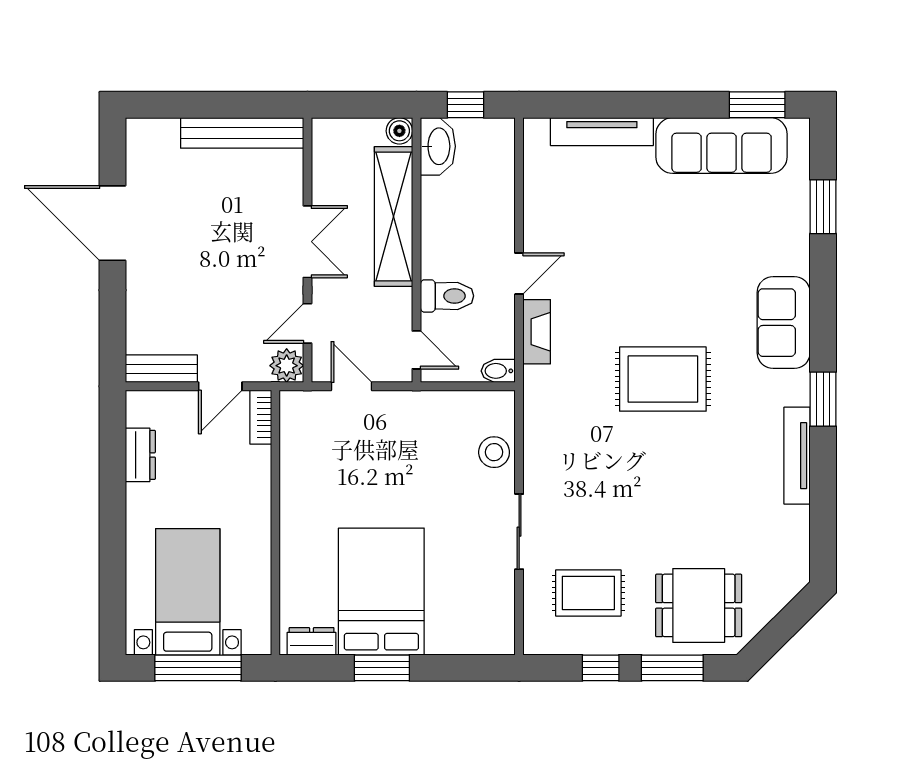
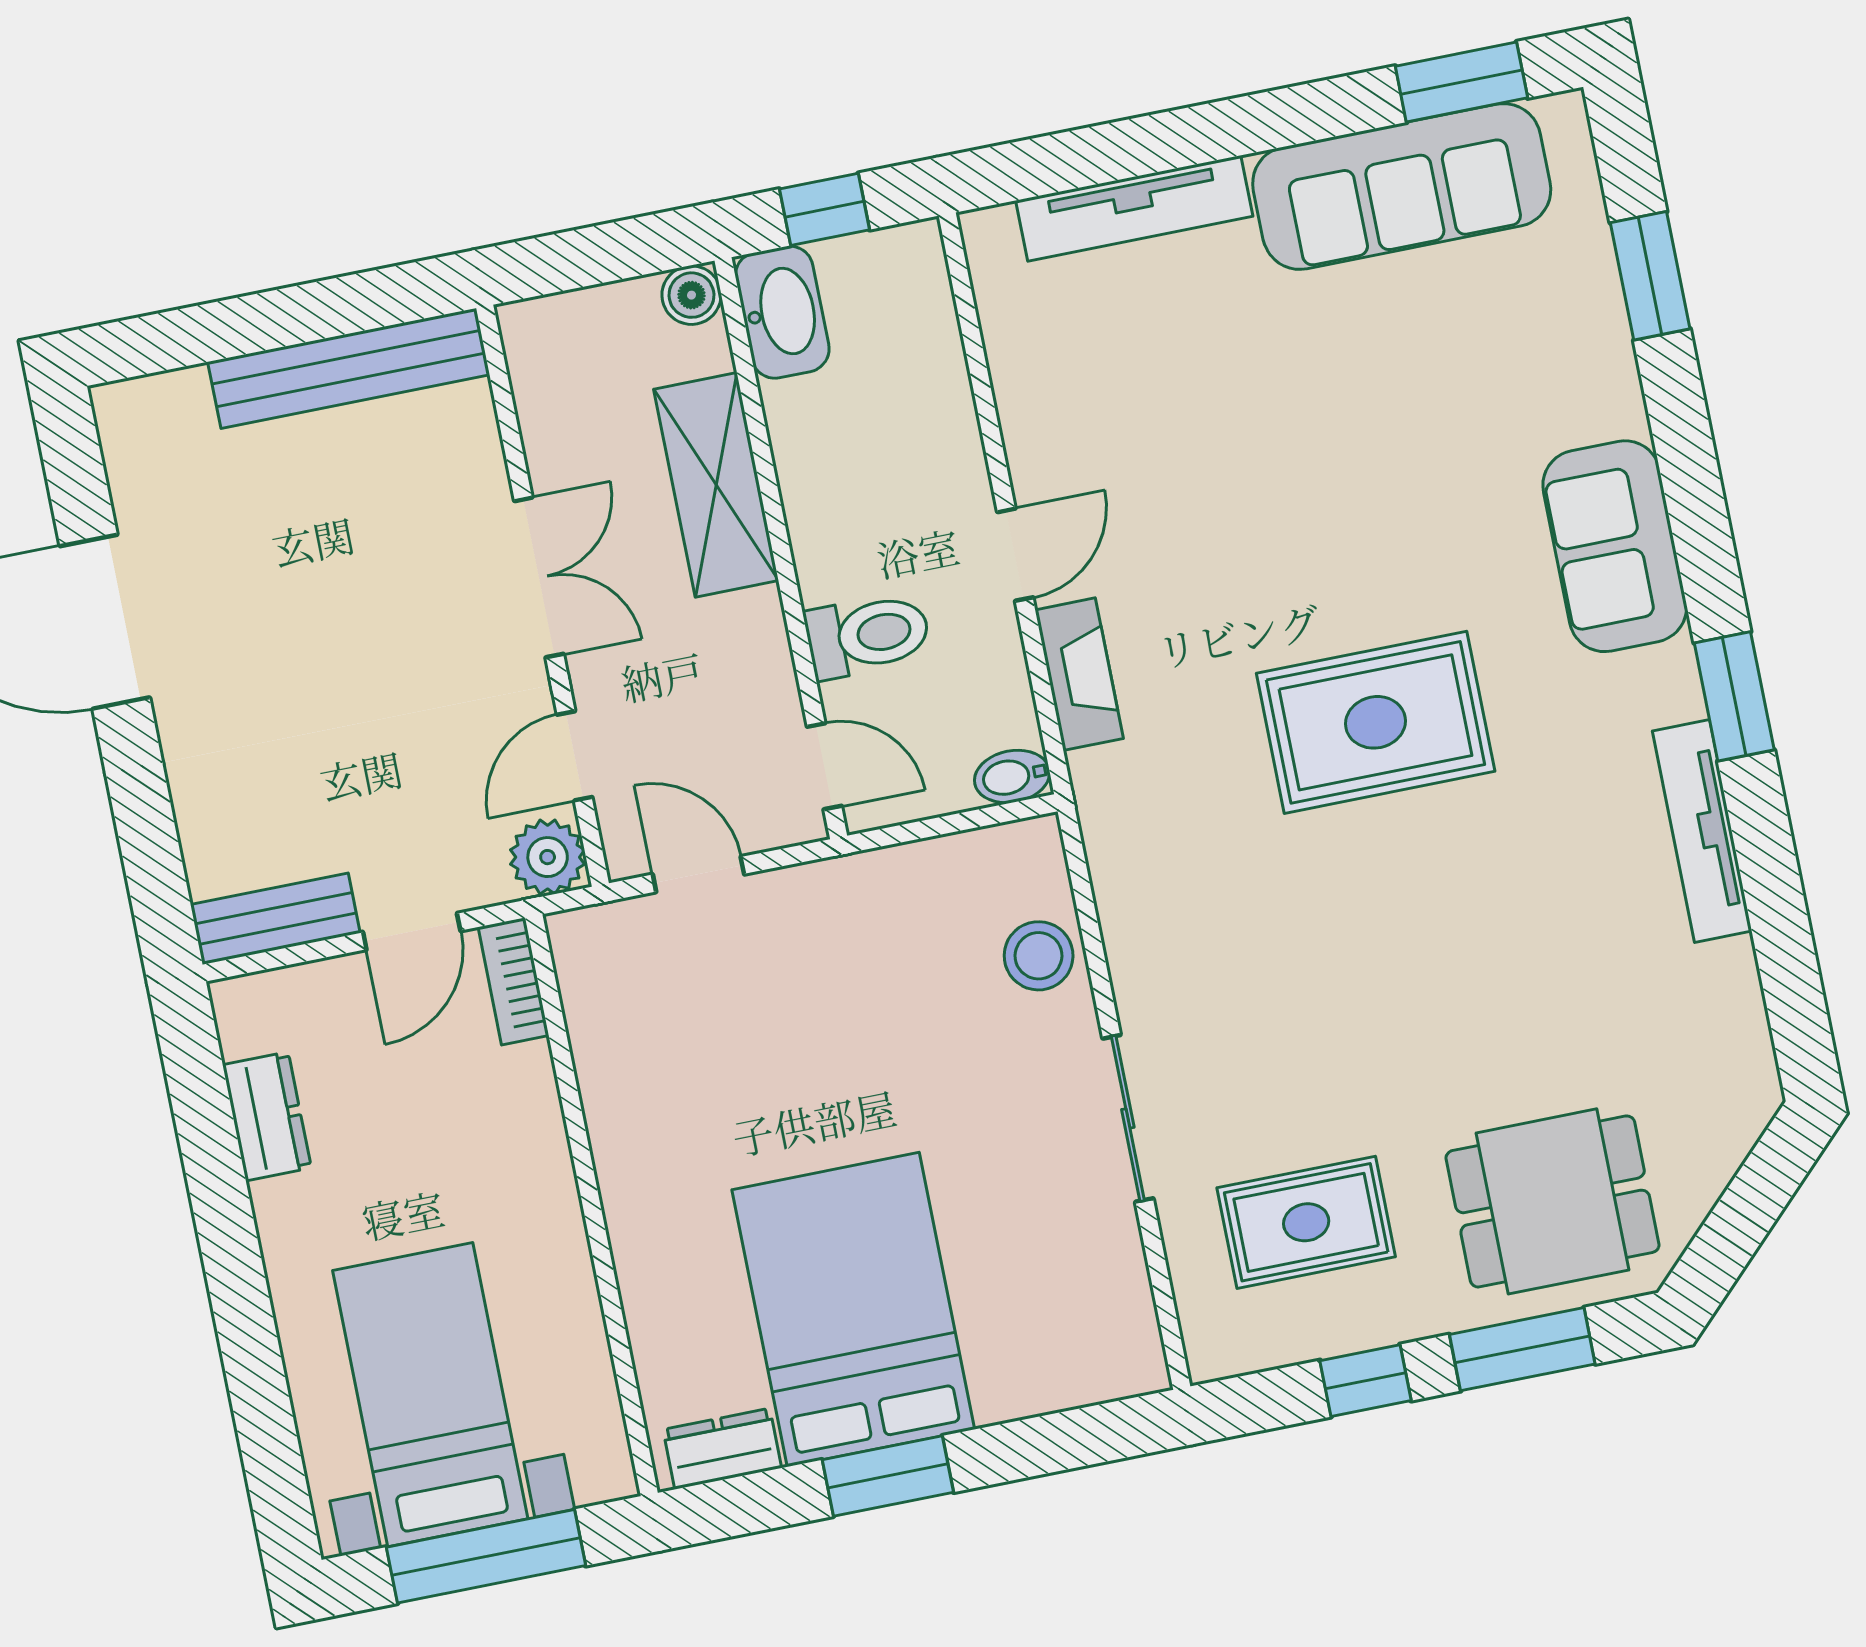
shelving: (394, 217) -> (716, 485), width x0.68

